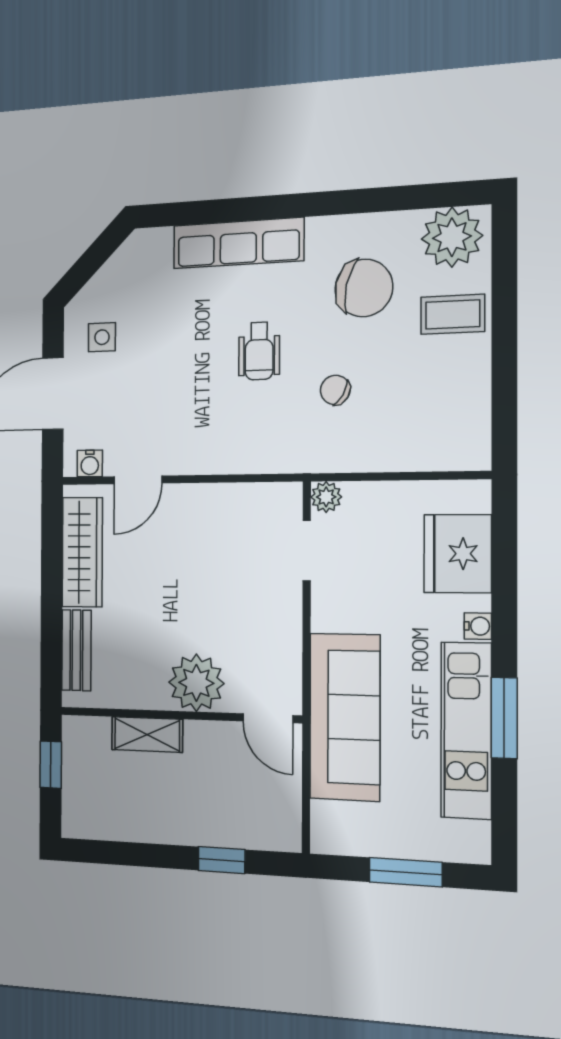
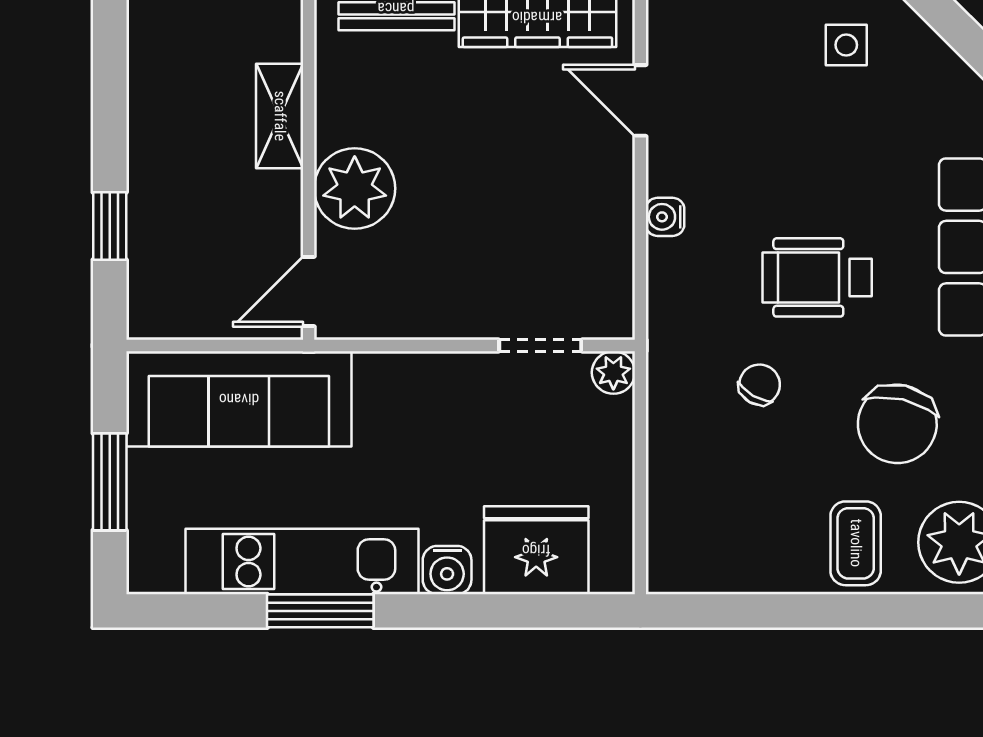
wheelchair: (259, 351) -> (817, 277), width x1.36, depth x1.37
water cooler: (90, 463) -> (665, 217), moved
water cooler: (478, 626) -> (447, 570), width x1.38, depth x1.38
sofa: (345, 717) -> (239, 399), moved

